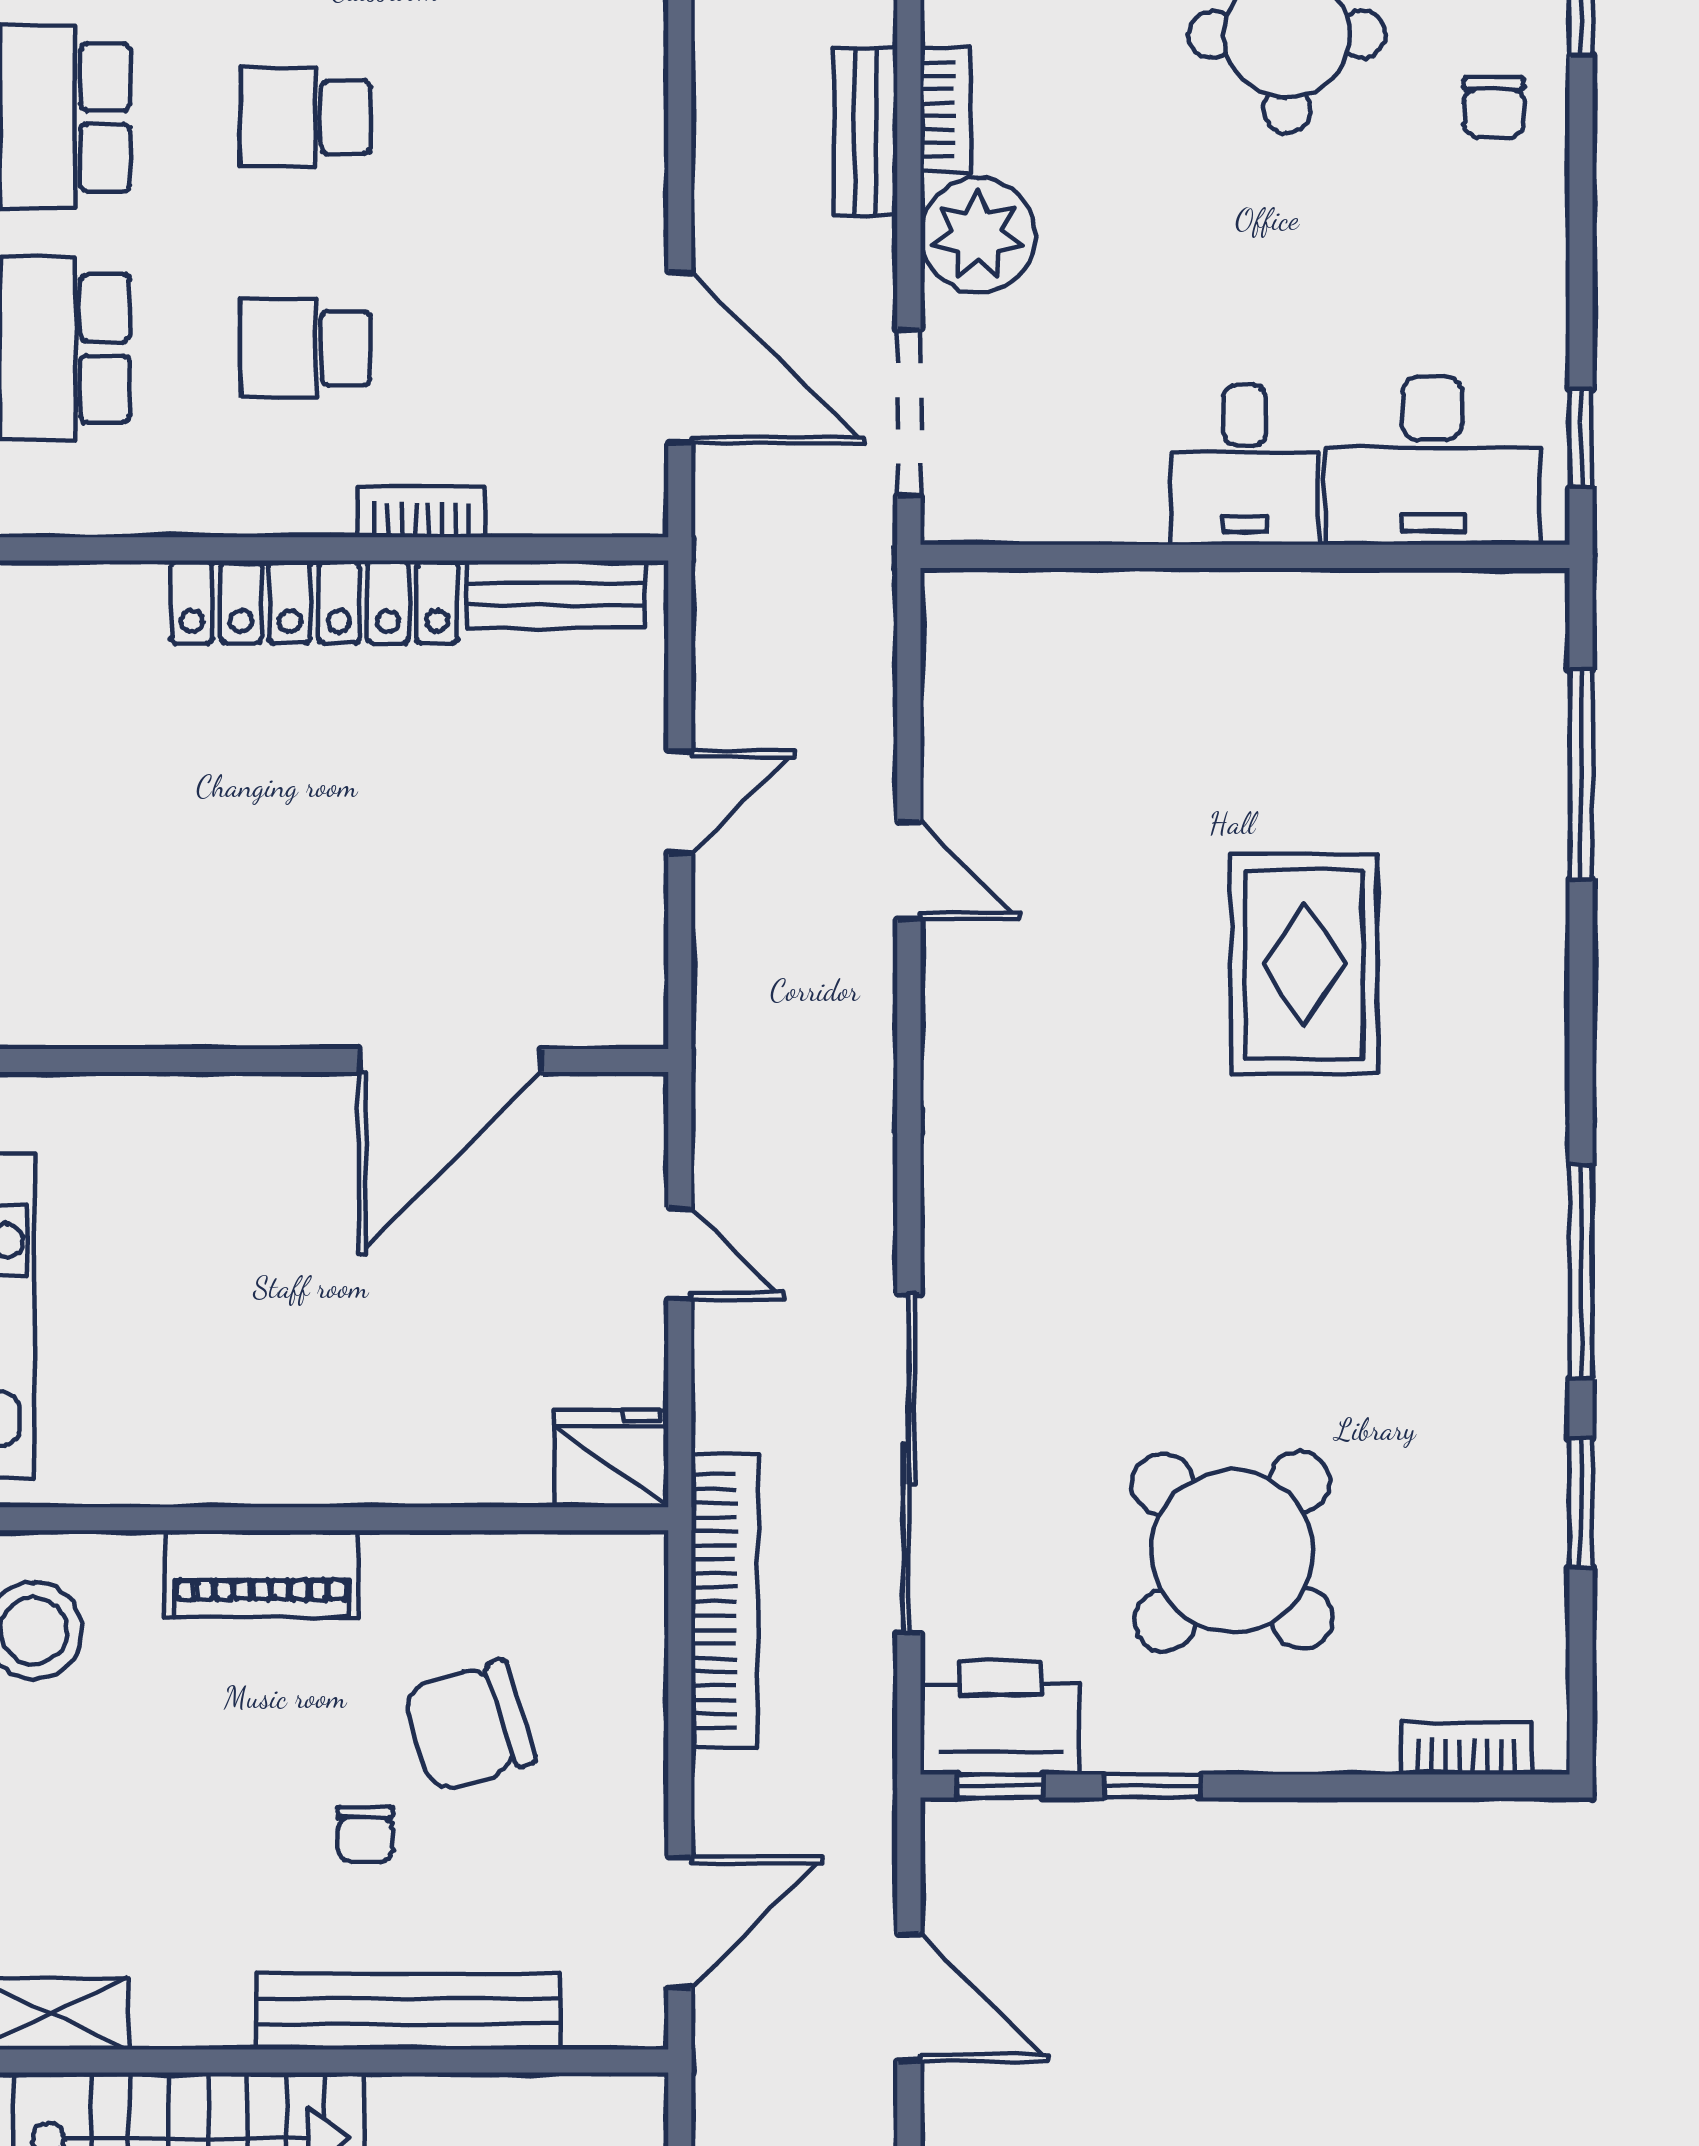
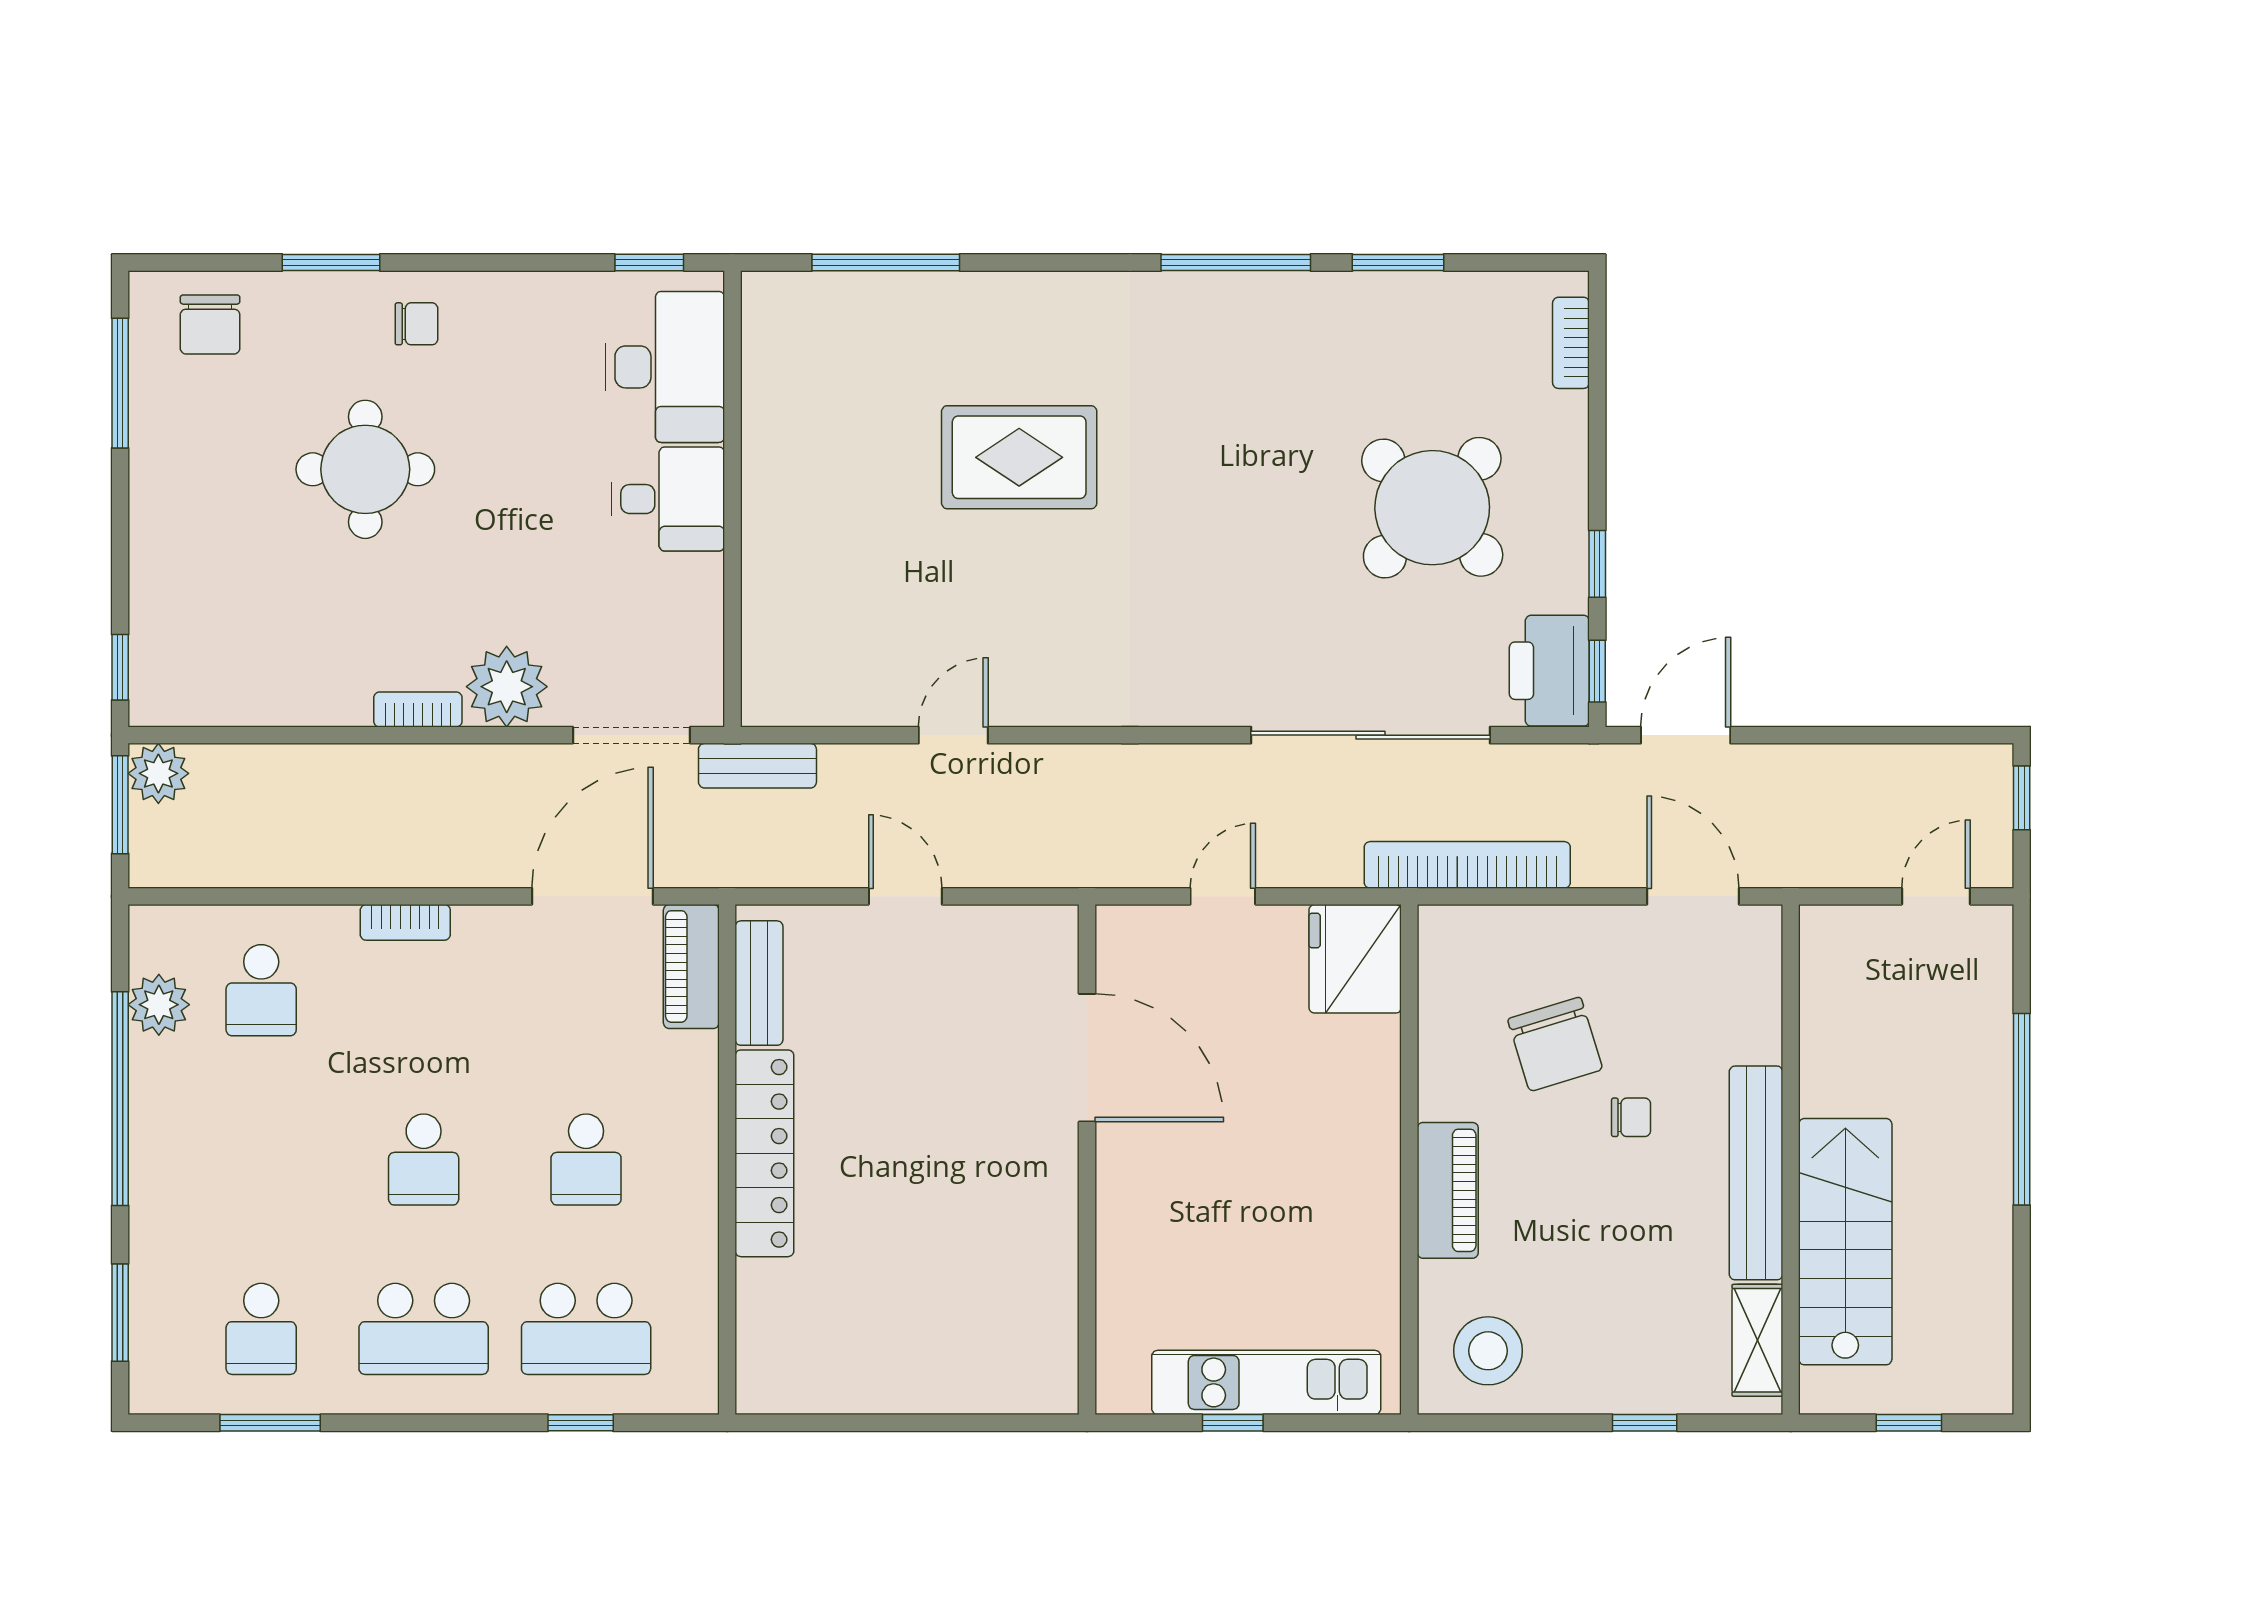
bench: (865, 132) -> (757, 766), moved
piano: (580, 498) -> (691, 966), added
bookcase: (422, 512) -> (405, 922), moved, turned -90
fridge: (611, 1458) -> (1355, 959), width x1.36, depth x1.34
door: (909, 1997) -> (1686, 735), moved
bench: (408, 2012) -> (1756, 1173), moved

